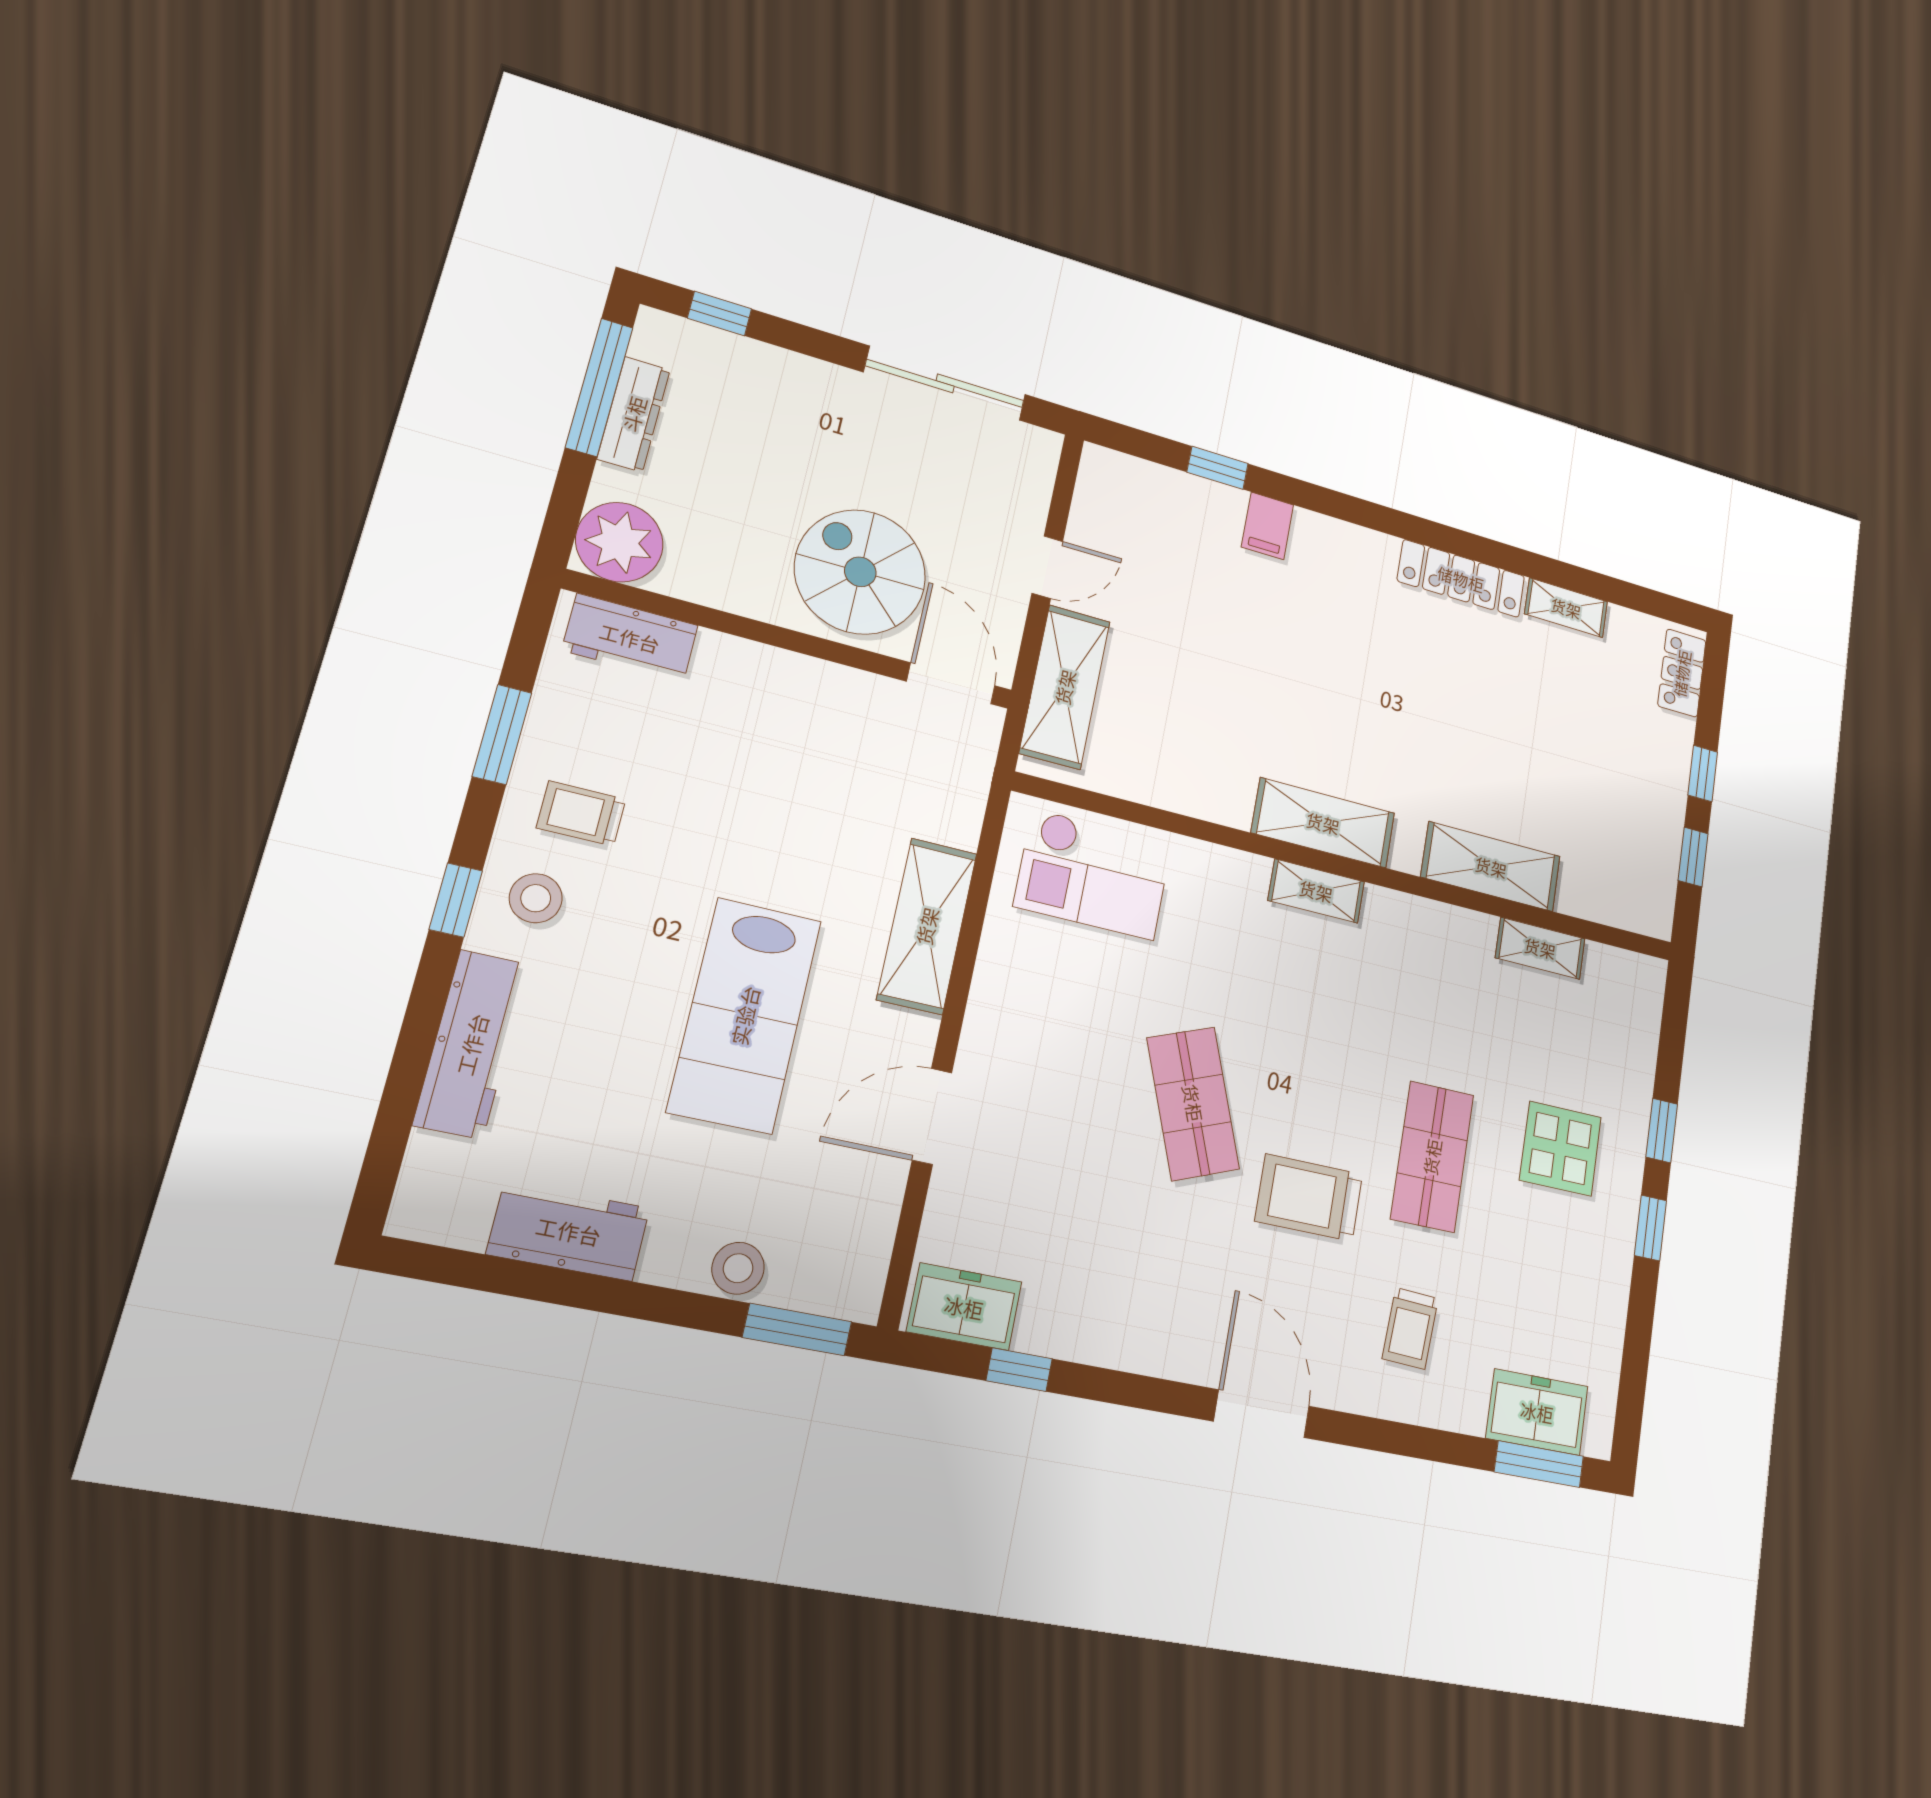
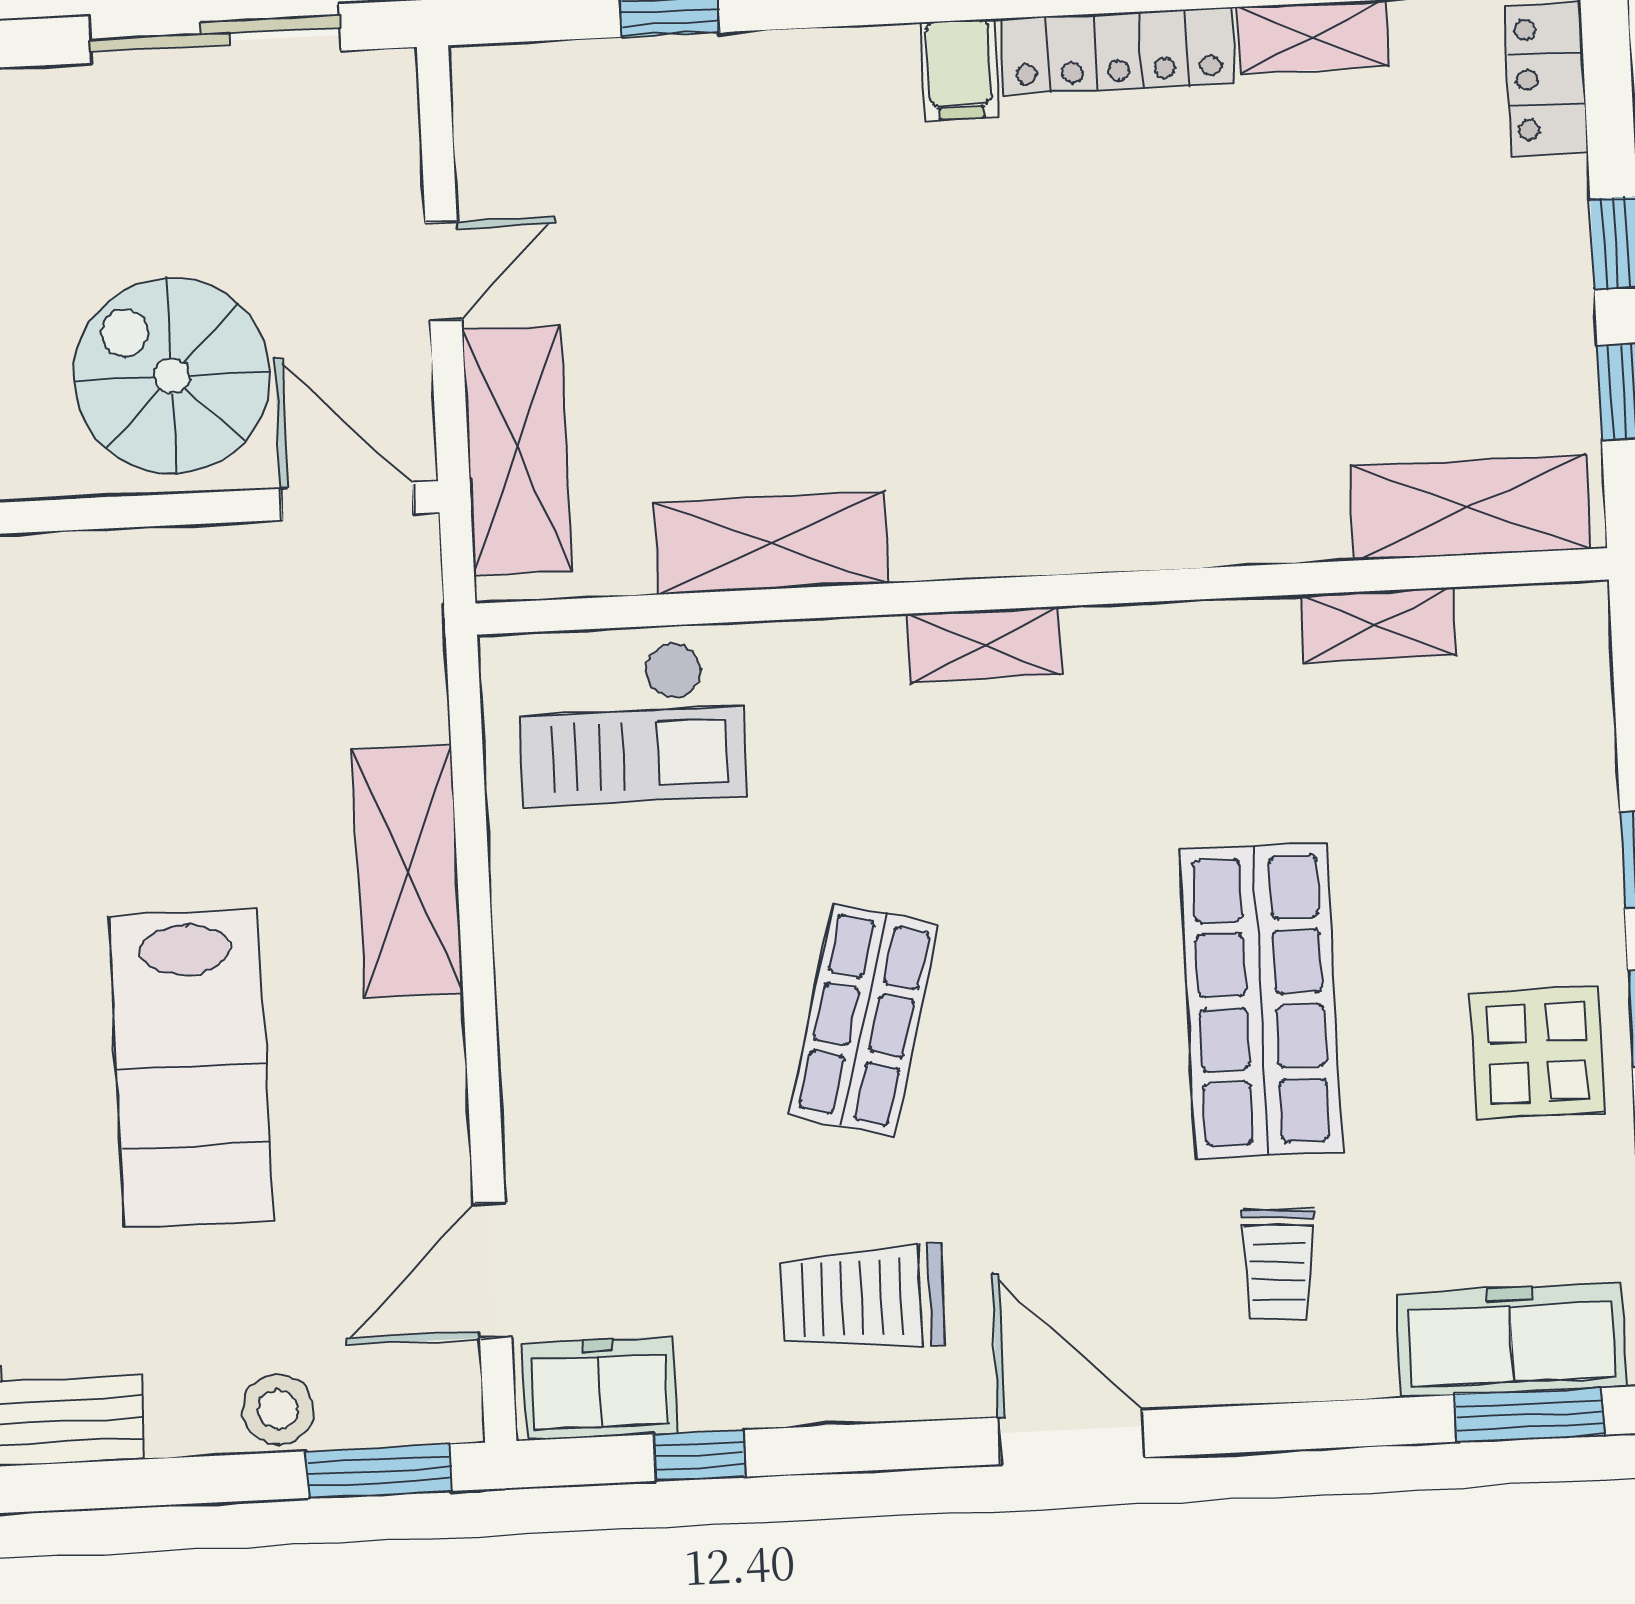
filing cabinet: (1267, 526) -> (960, 70), moved
shelving: (1323, 823) -> (771, 543), moved
shelving: (1491, 867) -> (1471, 508), moved
shop shelf: (1193, 1103) -> (864, 1020), turned 36
door: (932, 1116) -> (492, 1270), moved
display table: (1560, 1149) -> (1538, 1052), moved
shop shelf: (1432, 1157) -> (1261, 1001), width x1.43, depth x1.36
trolley: (1309, 1198) -> (863, 1298), moved
freezer: (1537, 1412) -> (1511, 1340), width x1.40

